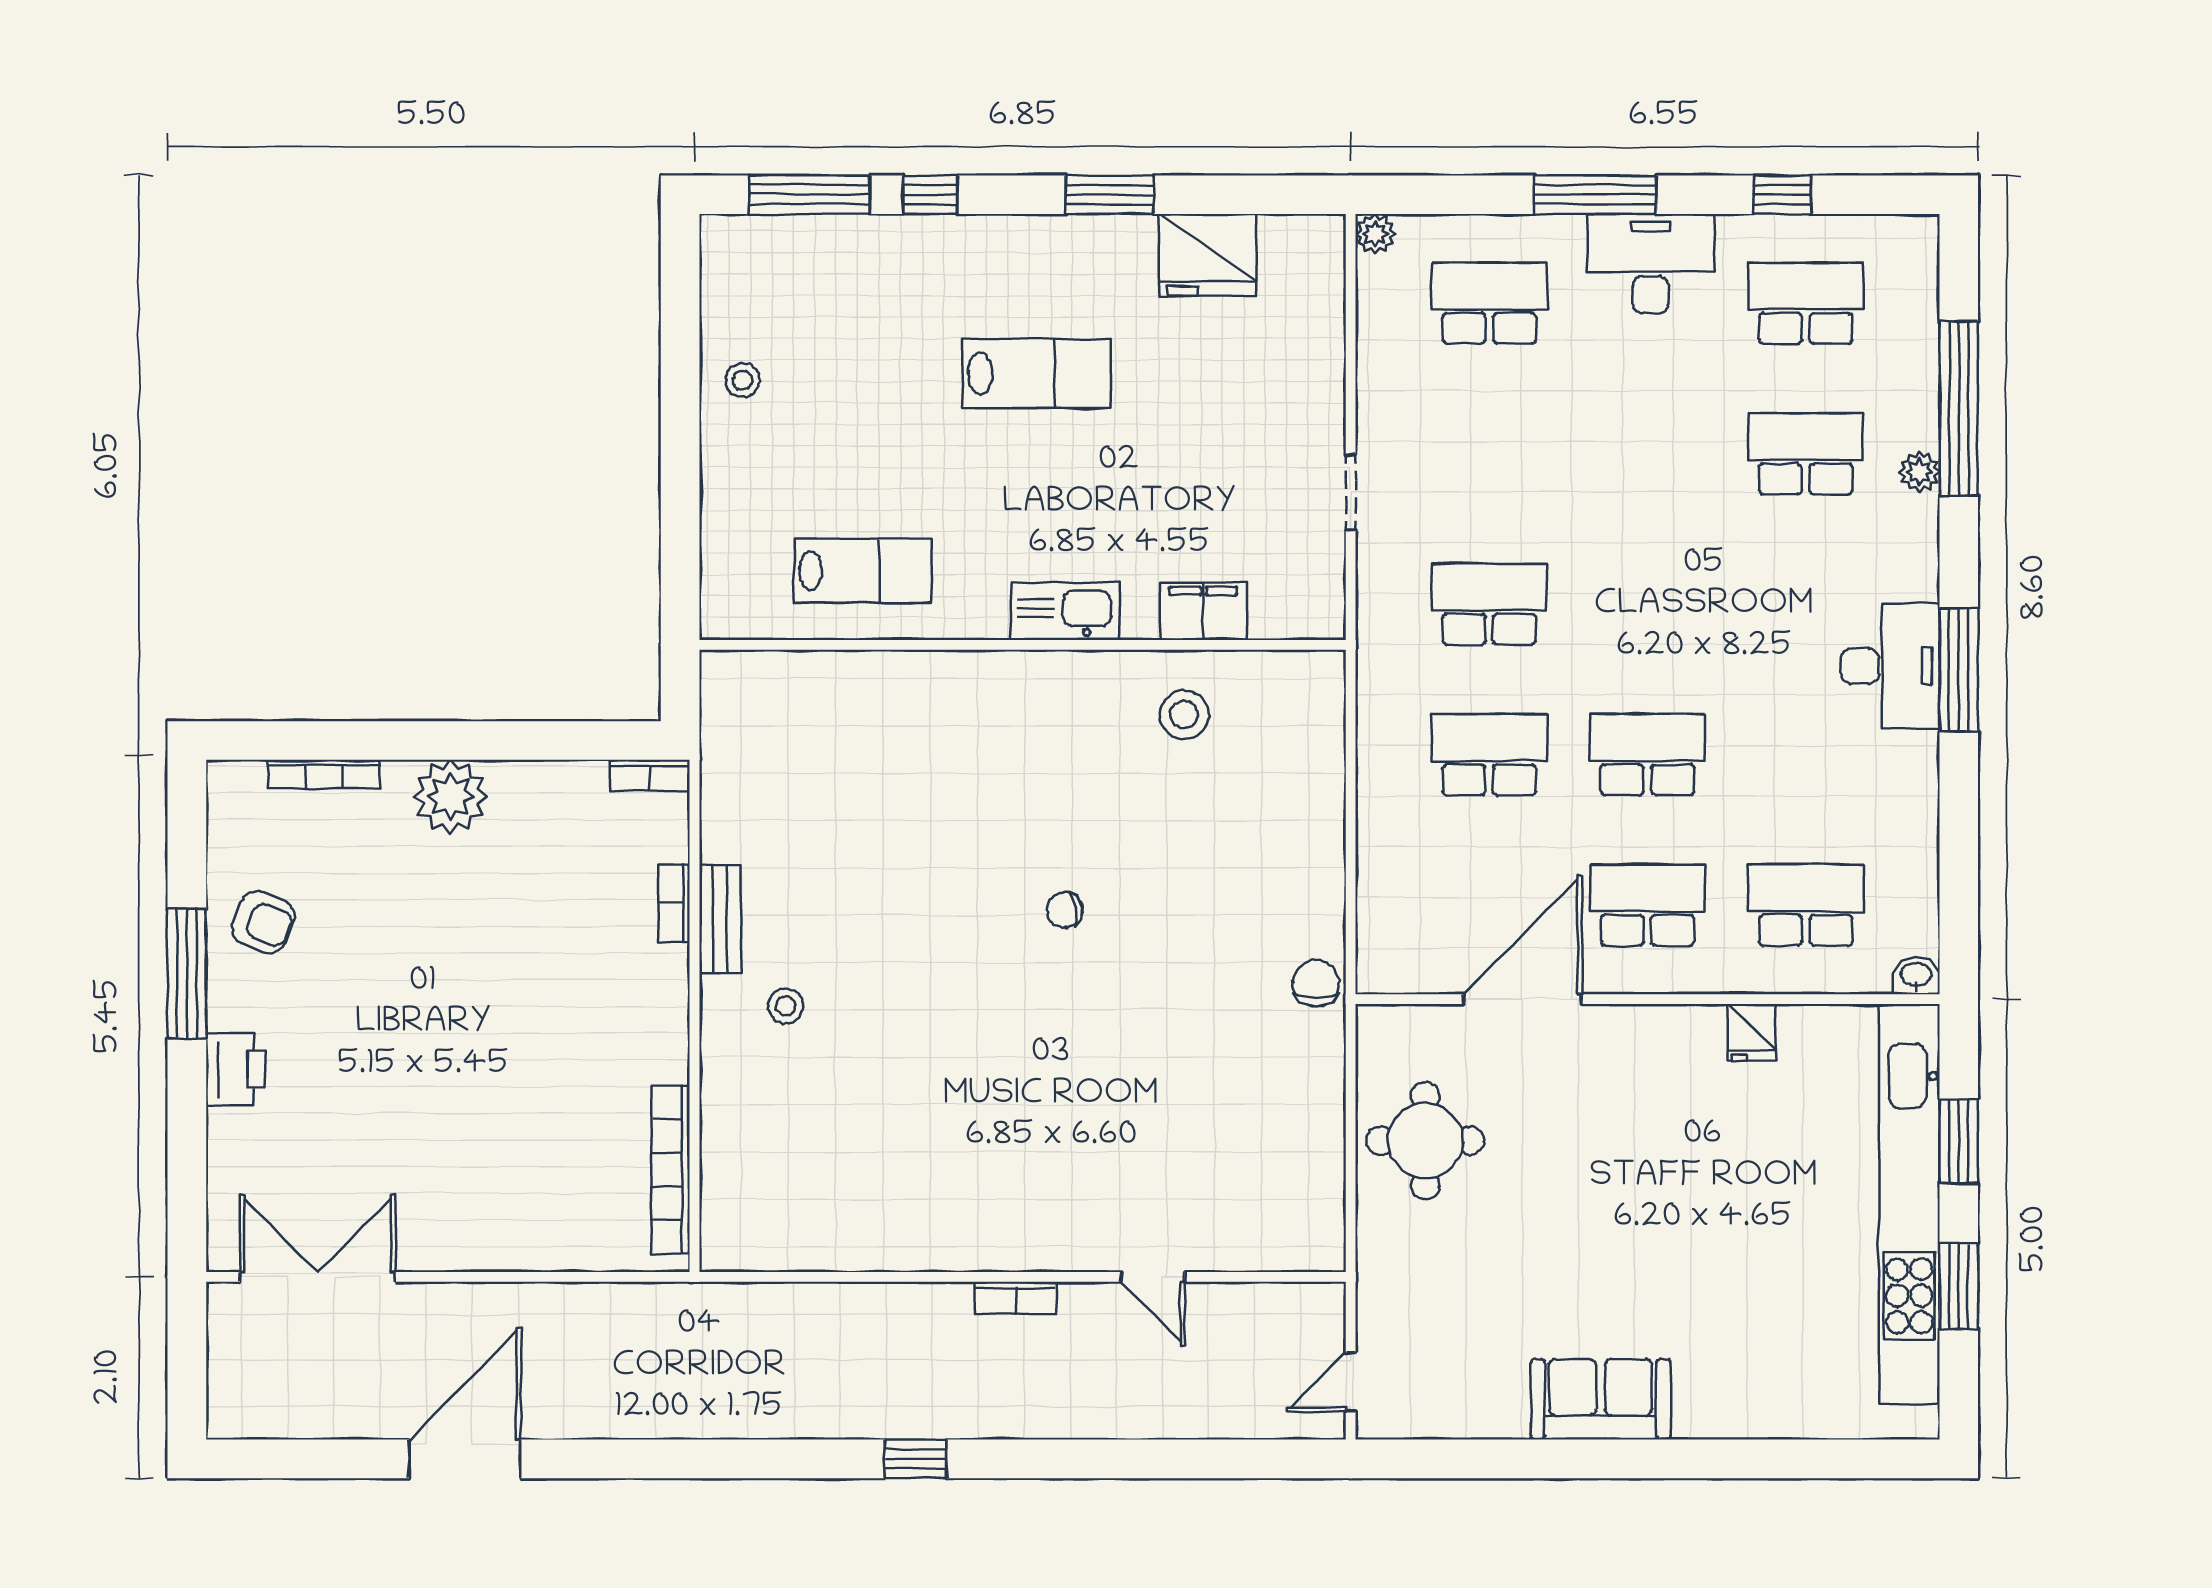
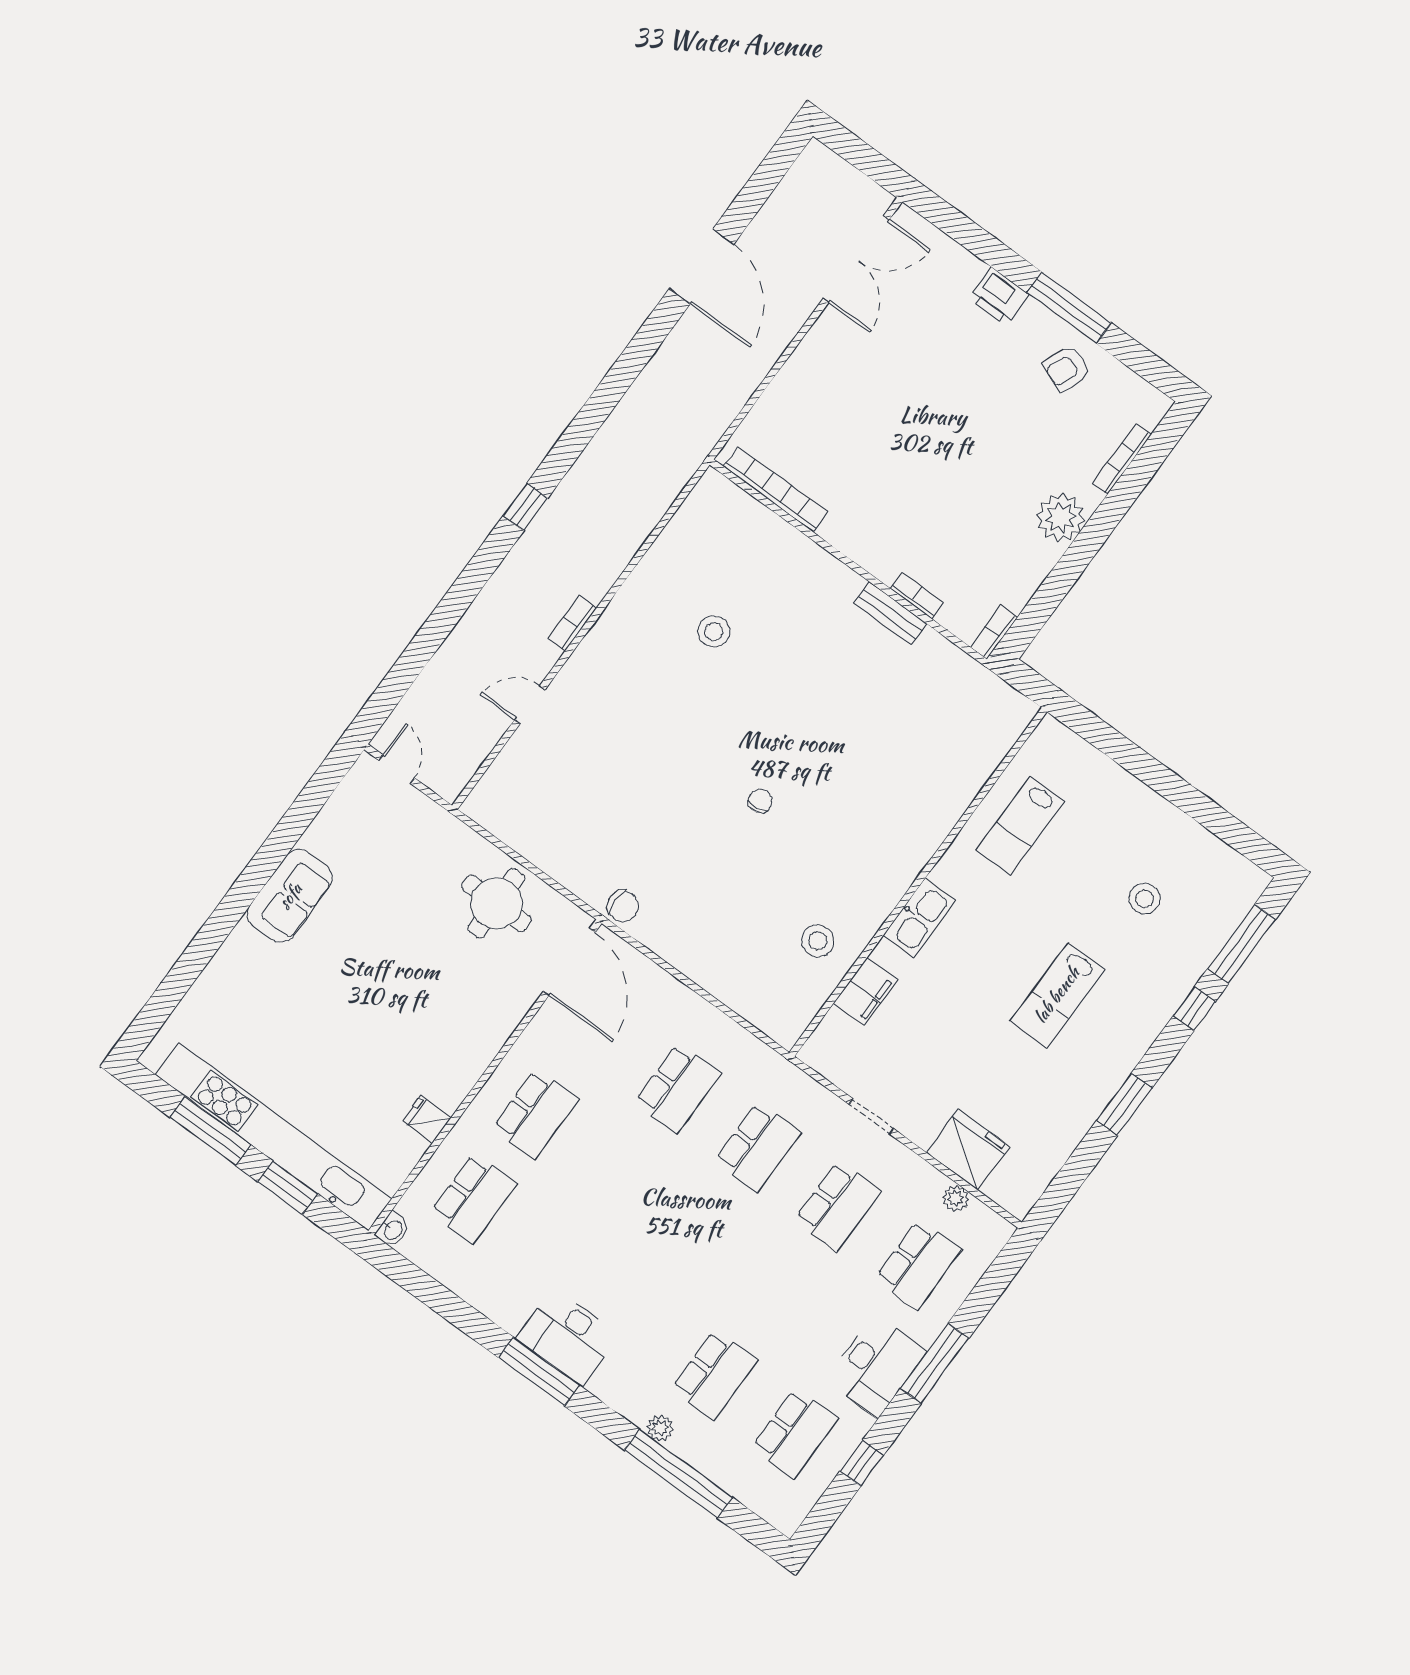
plant: (1375, 234) -> (956, 1198), moved
fridge: (1208, 255) -> (968, 1150), moved, turned 90
stool: (743, 380) -> (1145, 899), moved, width x1.37, depth x1.37
school desk: (1647, 755) -> (838, 1206), moved
door: (1522, 999) -> (569, 962), moved
stool: (786, 1006) -> (714, 631), moved, width x1.37, depth x1.37
window: (1959, 1286) -> (210, 1131), width x1.44

